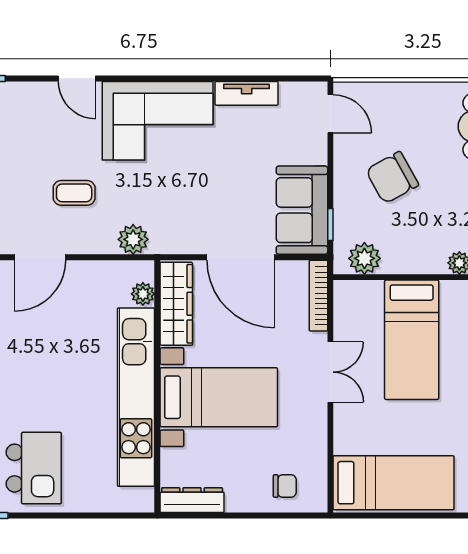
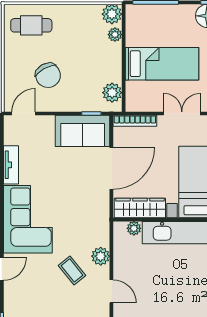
chair: (392, 178) -> (48, 75), moved
coffee table: (74, 193) -> (72, 270), turned -39
plant: (133, 239) -> (101, 256), moved
door: (40, 257) -> (111, 291), width x0.73

